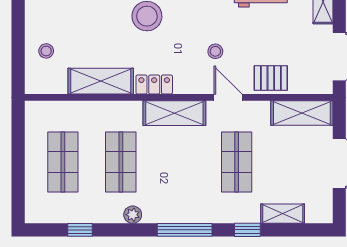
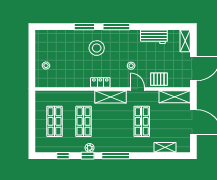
shelving: (101, 81) -> (73, 81), removed
window: (247, 230) -> (88, 156), moved

